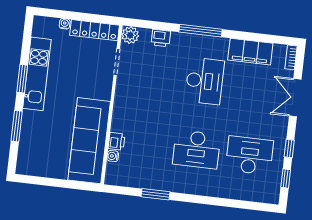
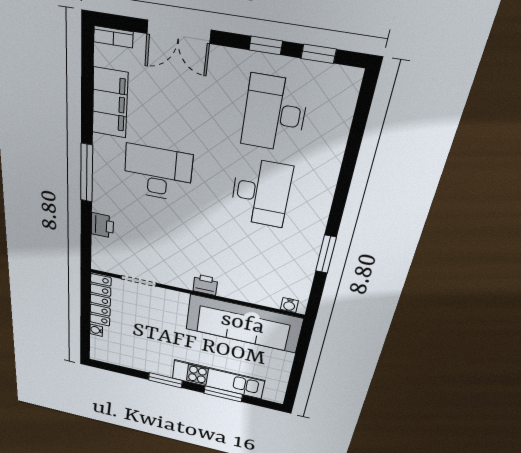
plant: (130, 35) -> (102, 262), removed
kitchen unit: (37, 74) -> (218, 379), moved
printer: (117, 141) -> (205, 285), moved
water cooler: (113, 156) -> (289, 305), moved

